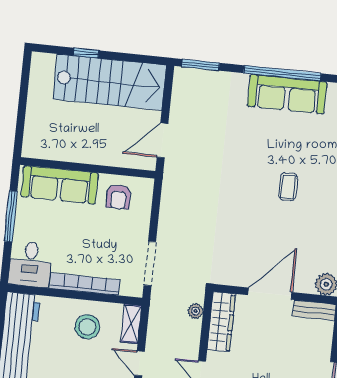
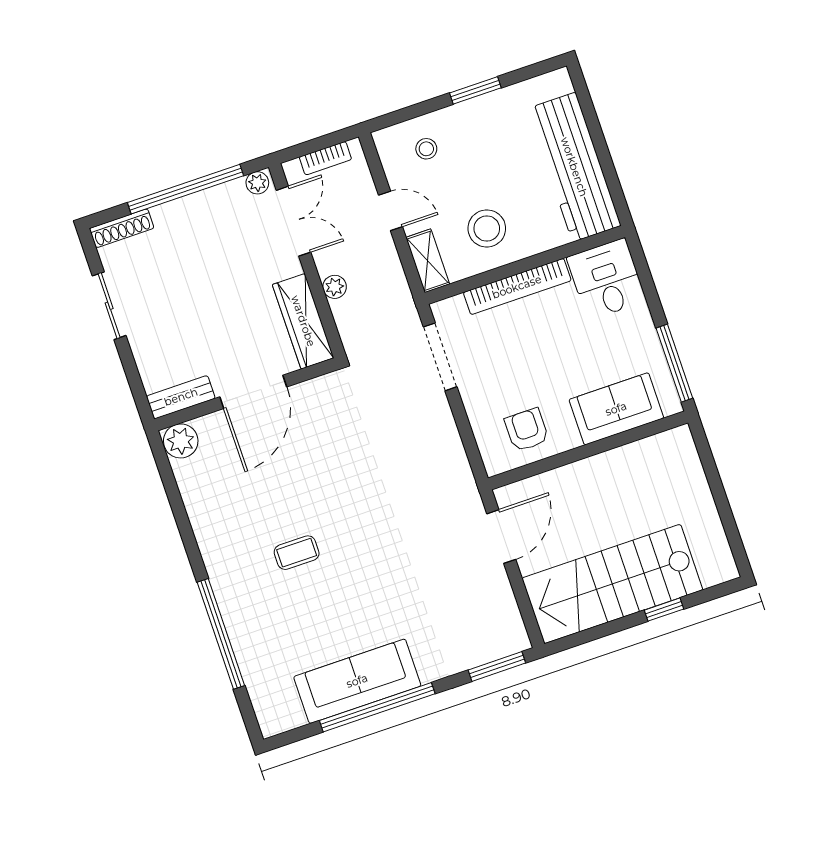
sofa: (60, 185) -> (616, 409), width x0.73
coffee table: (288, 187) -> (297, 553), turned 90
window: (11, 216) -> (674, 363), moved
plant: (196, 311) -> (335, 287), moved

